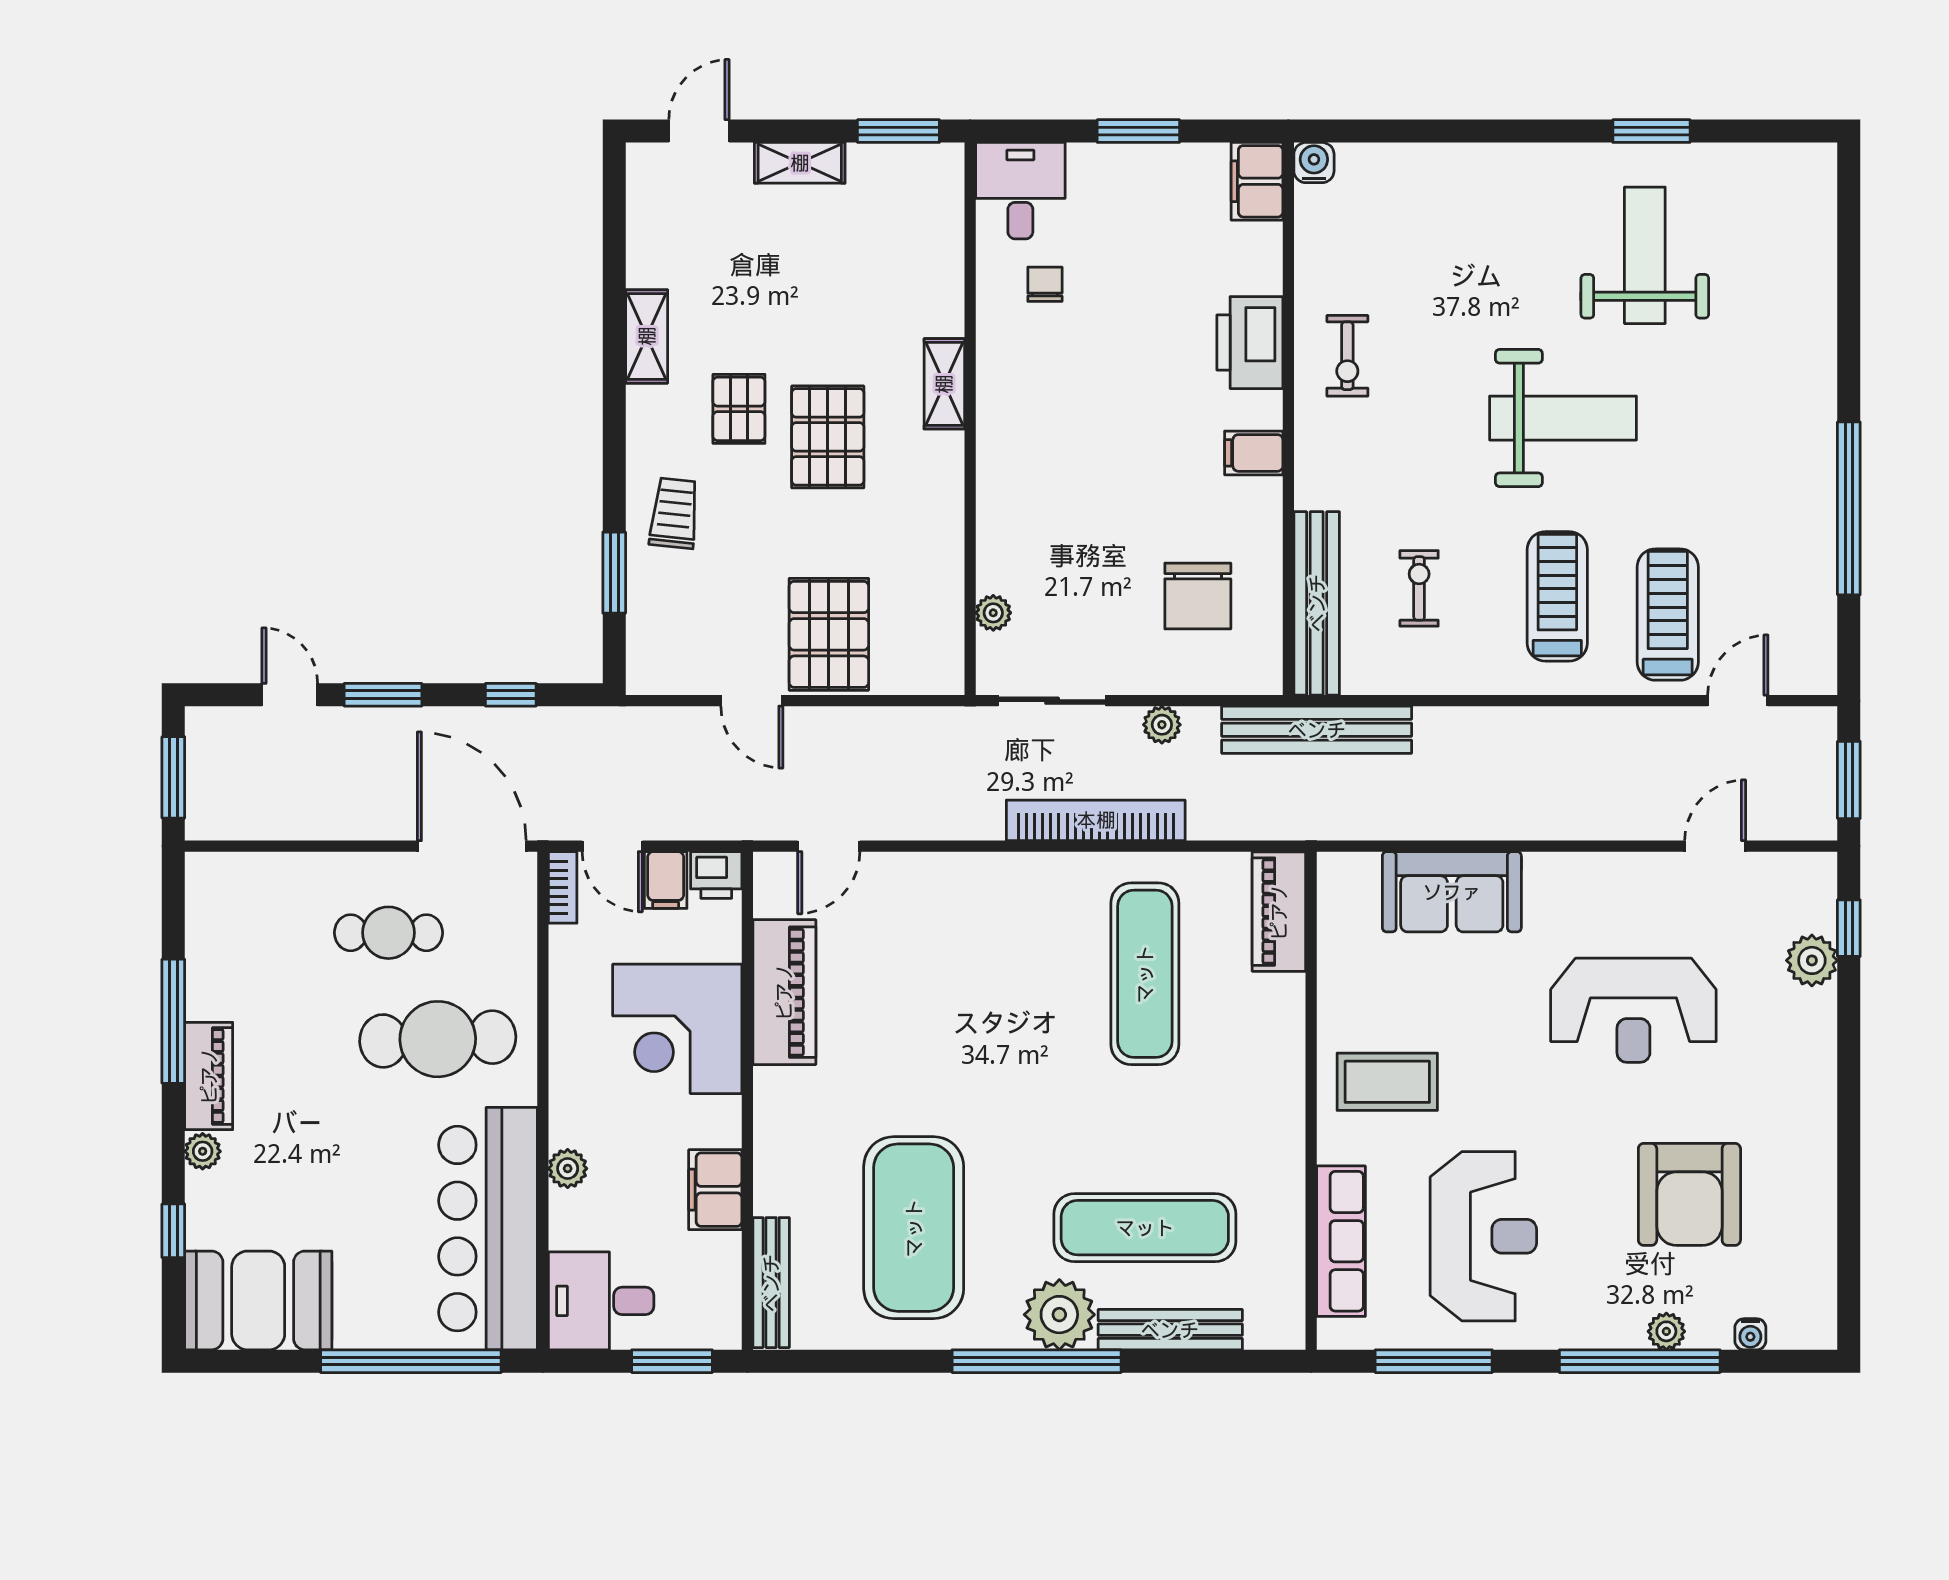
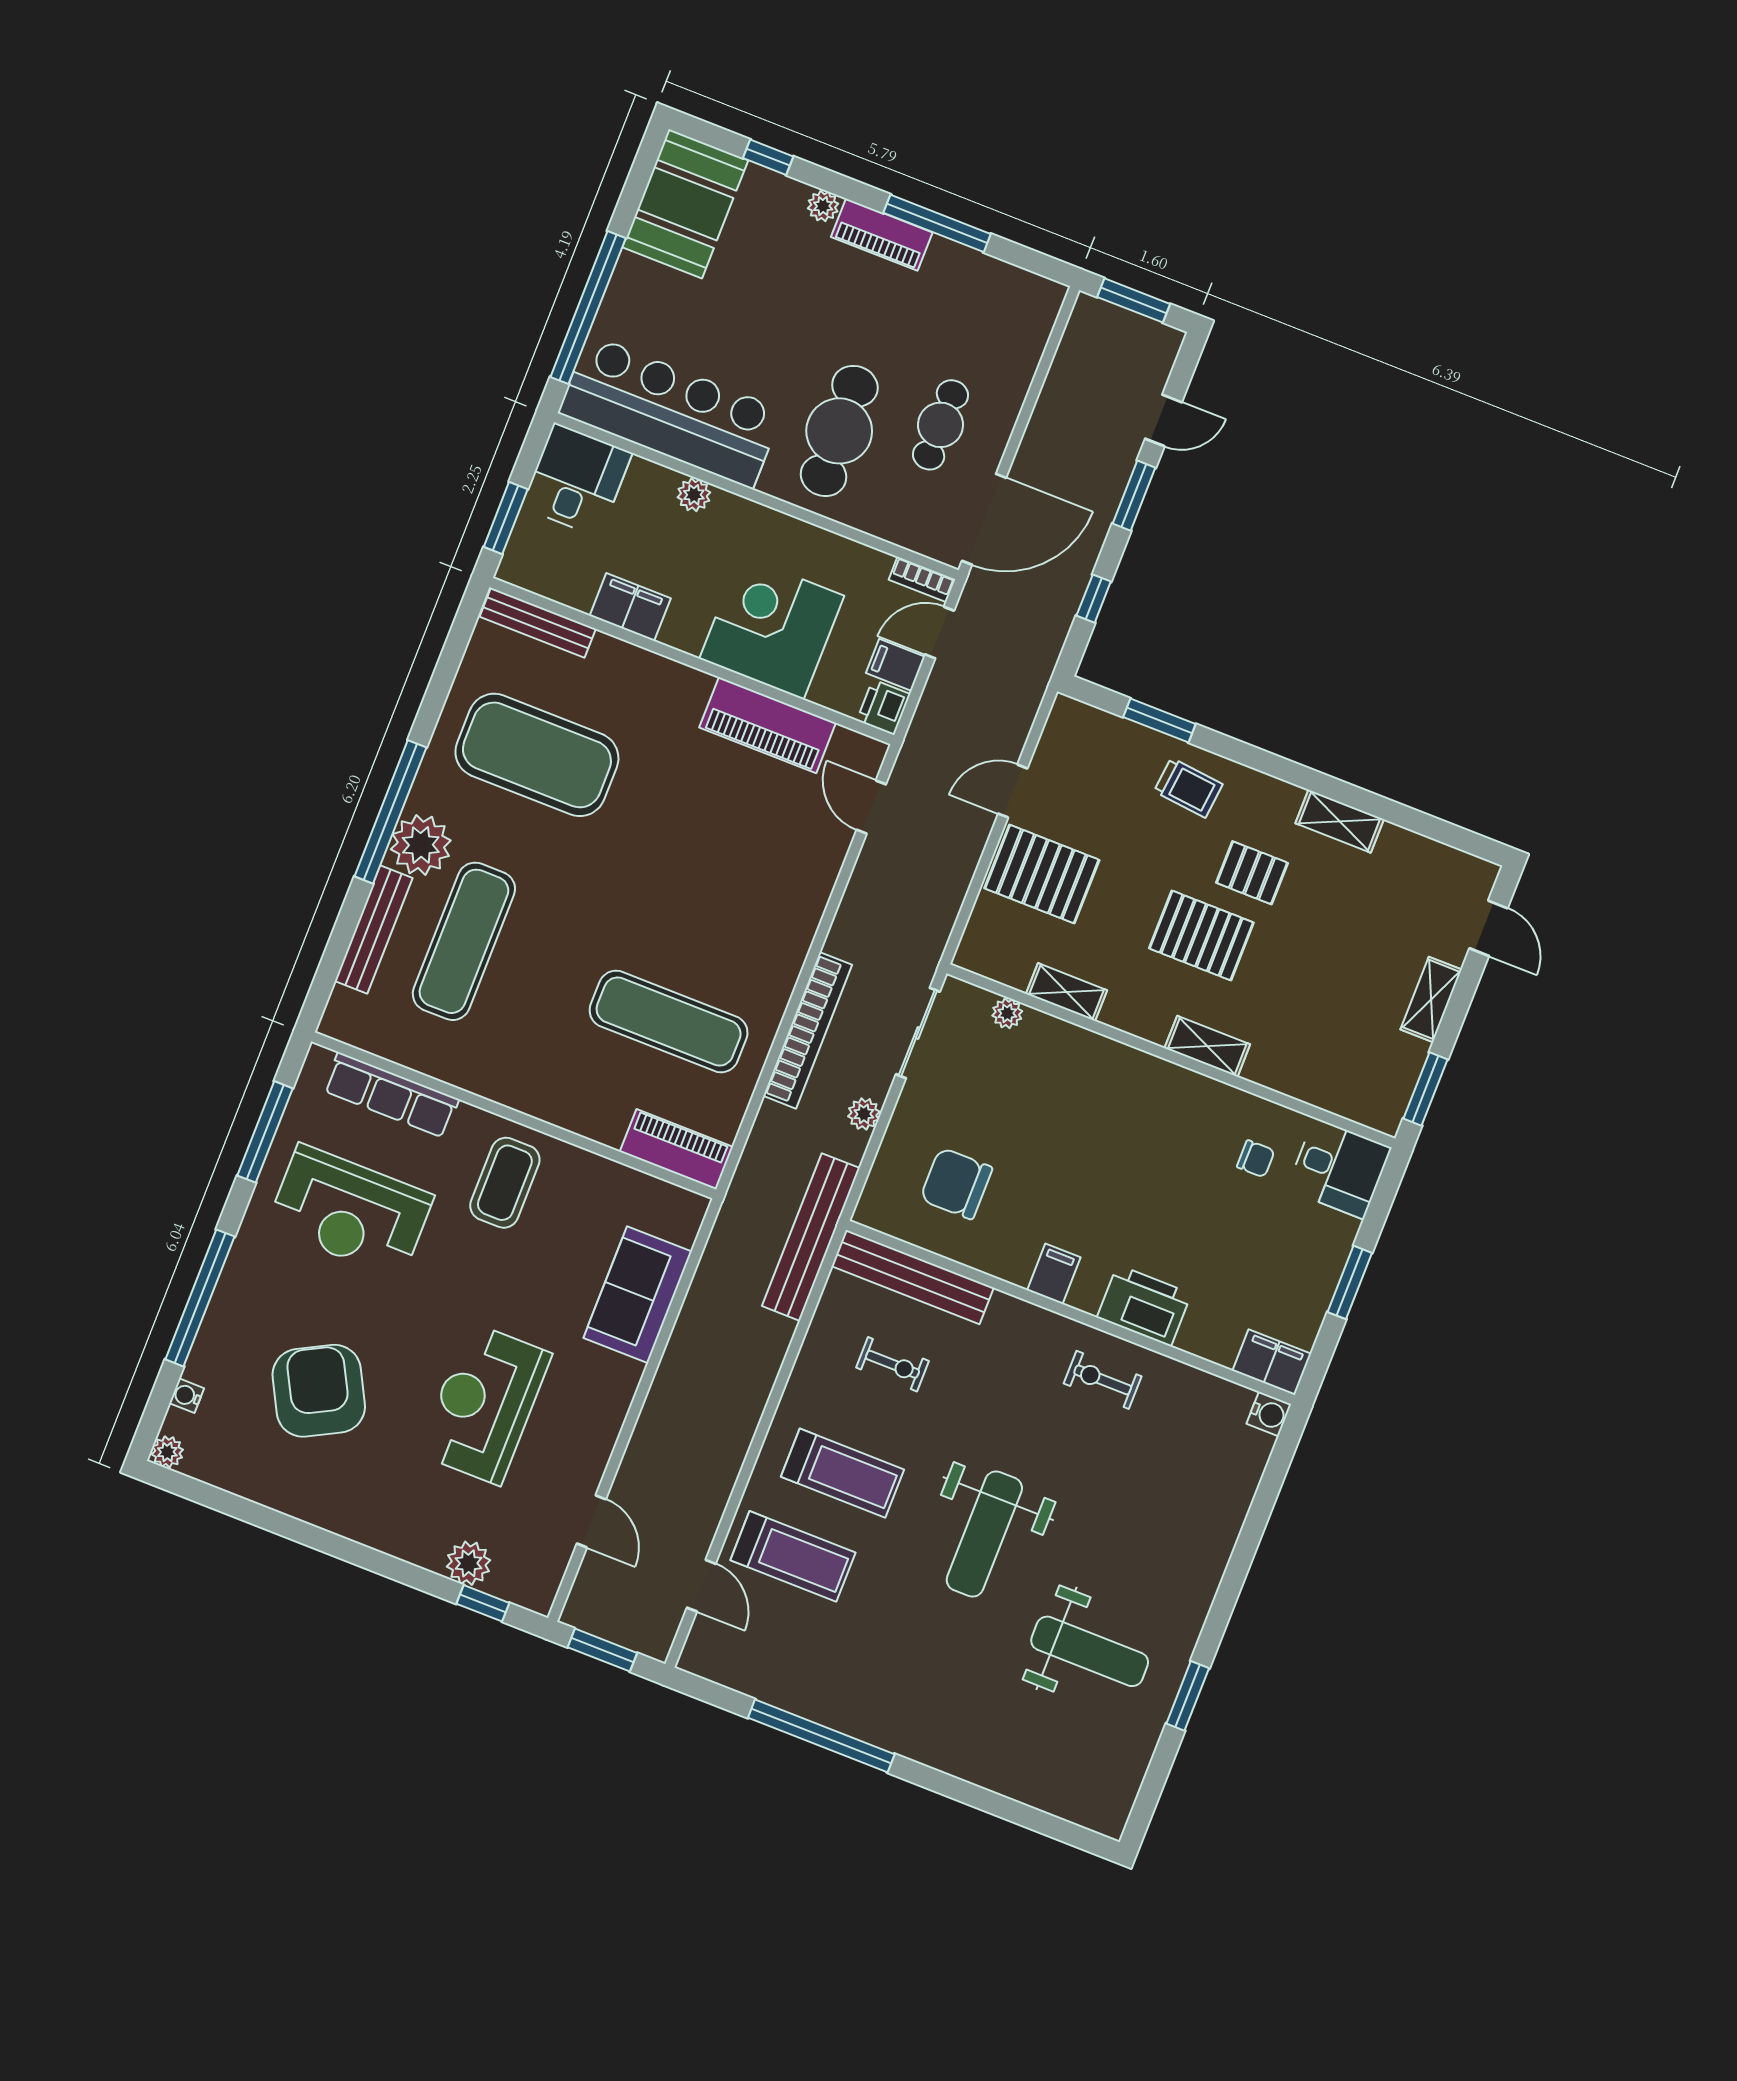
shelving: (945, 558) -> (1066, 992), added
armchair: (1689, 1194) -> (319, 1391), turned 62
plant: (1666, 1331) -> (167, 1452), moved

